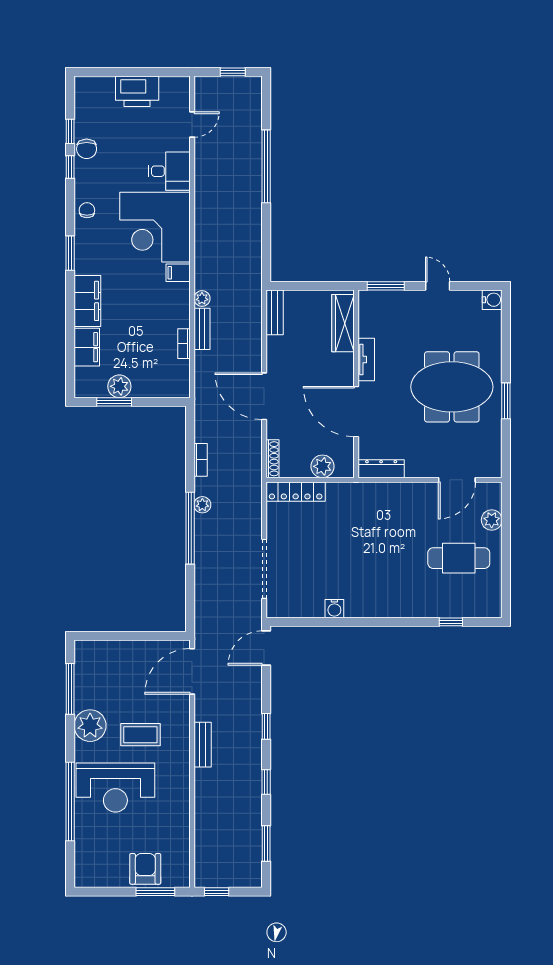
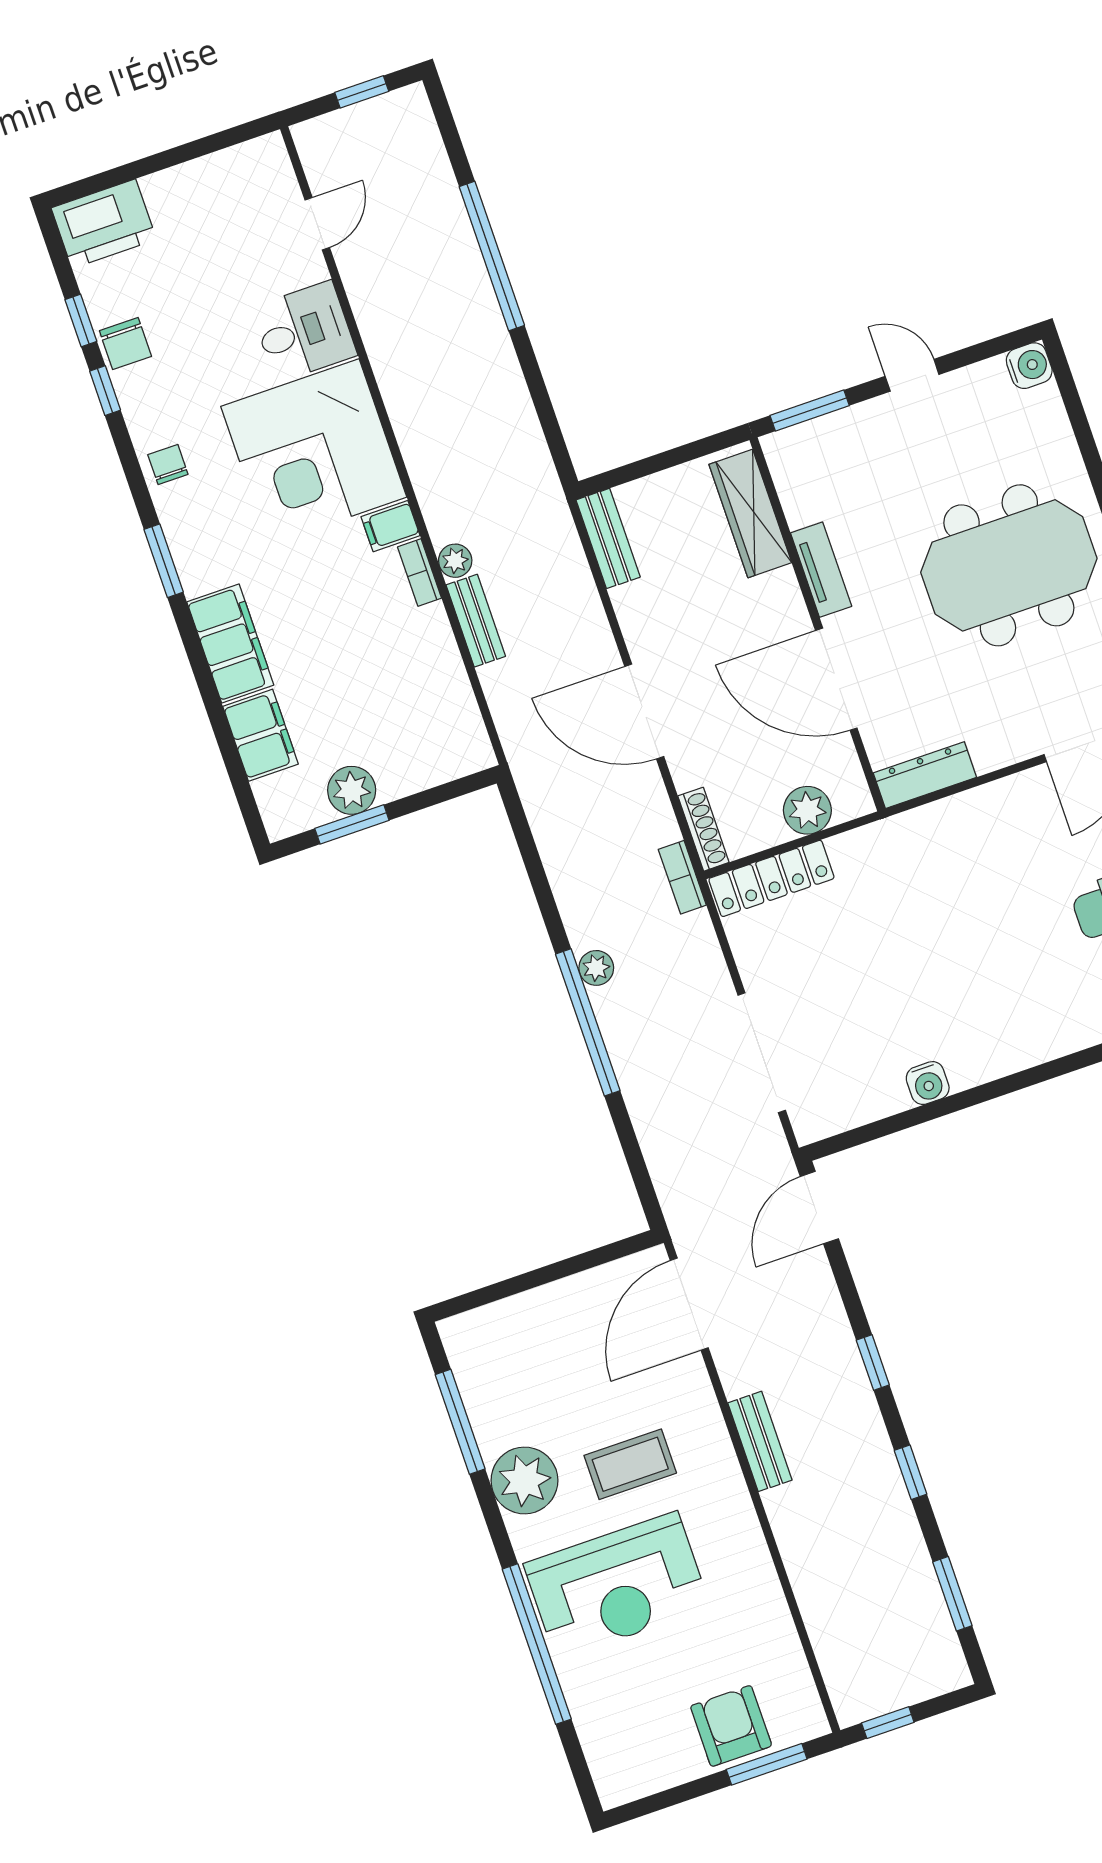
printer: (137, 91) -> (104, 224), moved
bookcase: (184, 344) -> (420, 573), moved
bookcase: (201, 460) -> (682, 877), moved, turned 180

